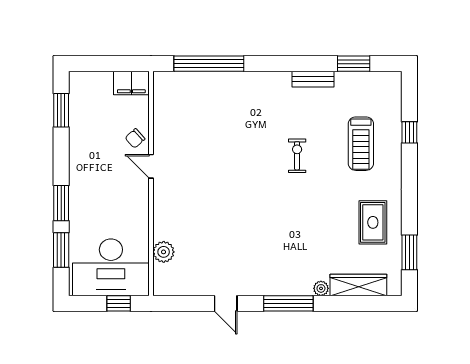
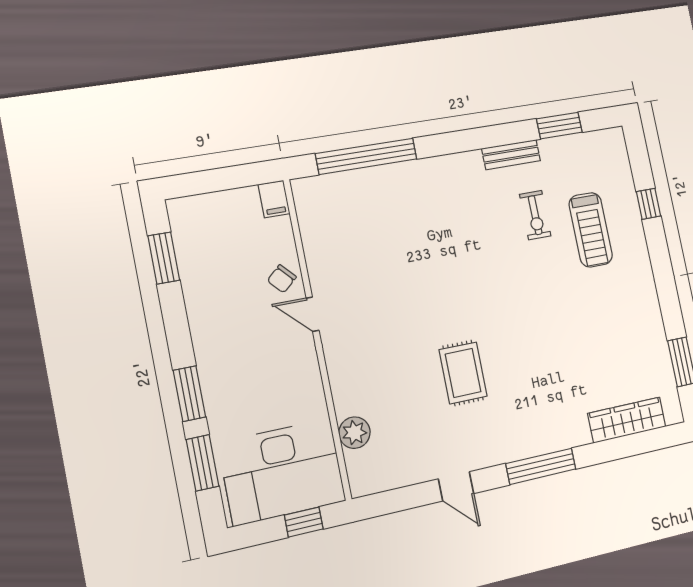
filing cabinet: (131, 83) -> (274, 199), width x0.50
exercise bike: (297, 156) -> (535, 215), moved, turned 180
rug: (373, 222) -> (463, 373), moved
plant: (321, 288) -> (580, 436), removed

